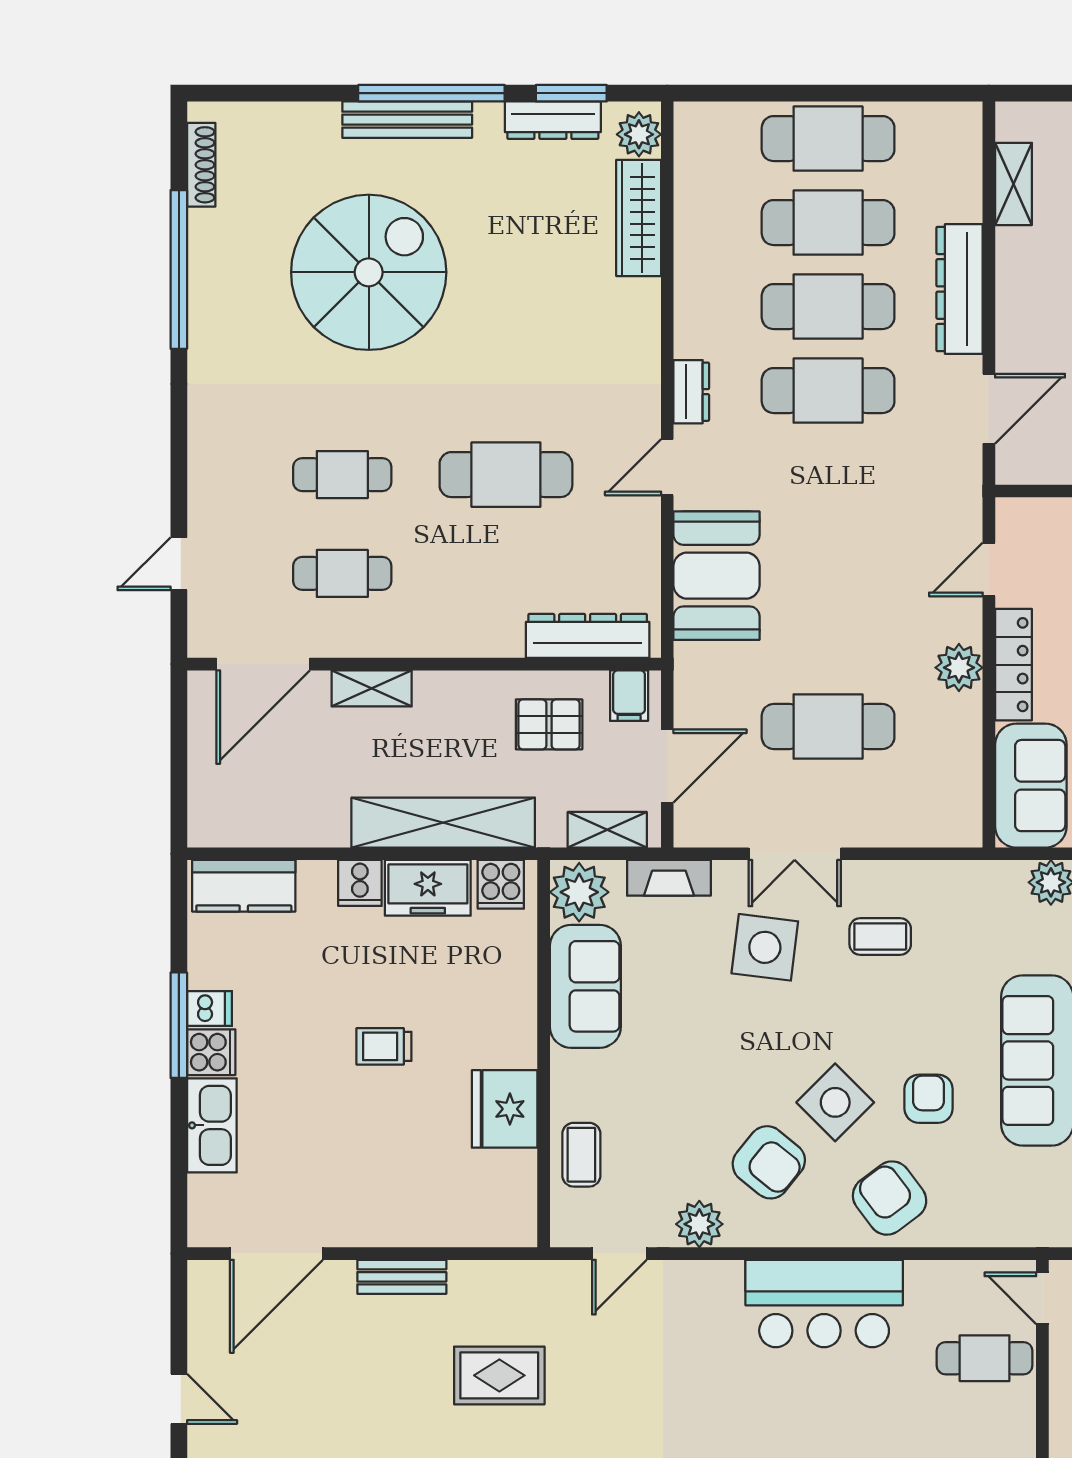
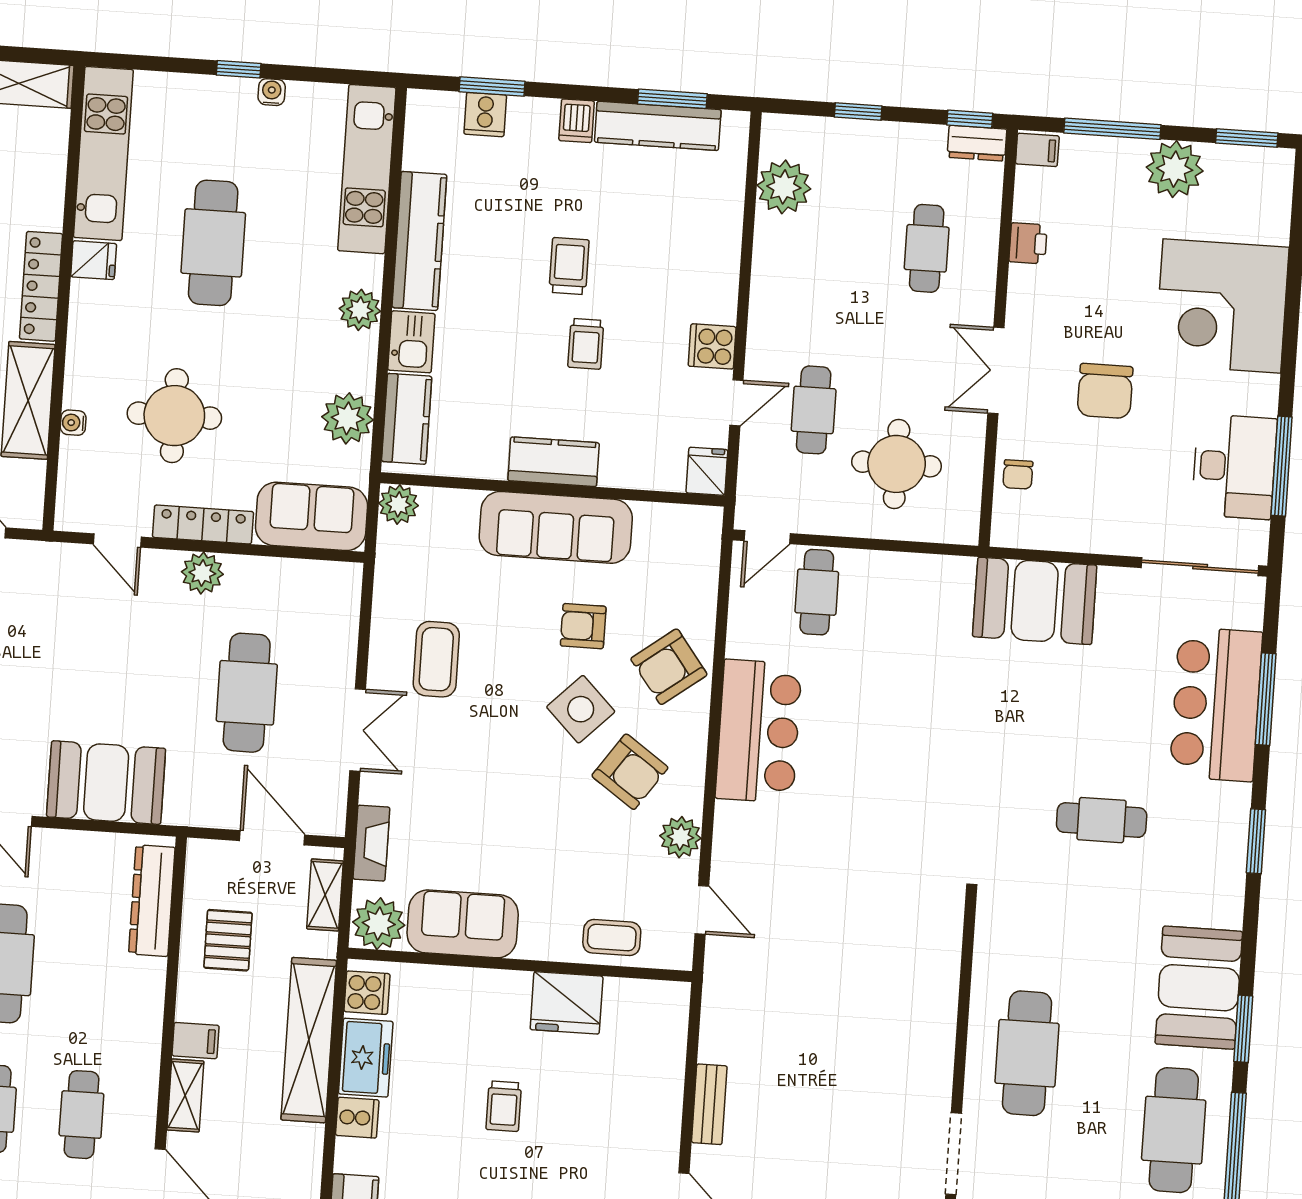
filing cabinet: (629, 696) -> (196, 1041), moved
coffee table: (880, 937) -> (436, 659), width x1.36, depth x1.30
side table: (765, 947) -> (439, 762), removed
armchair: (769, 1162) -> (630, 772), turned 86
rug: (499, 1375) -> (803, 1024), removed

